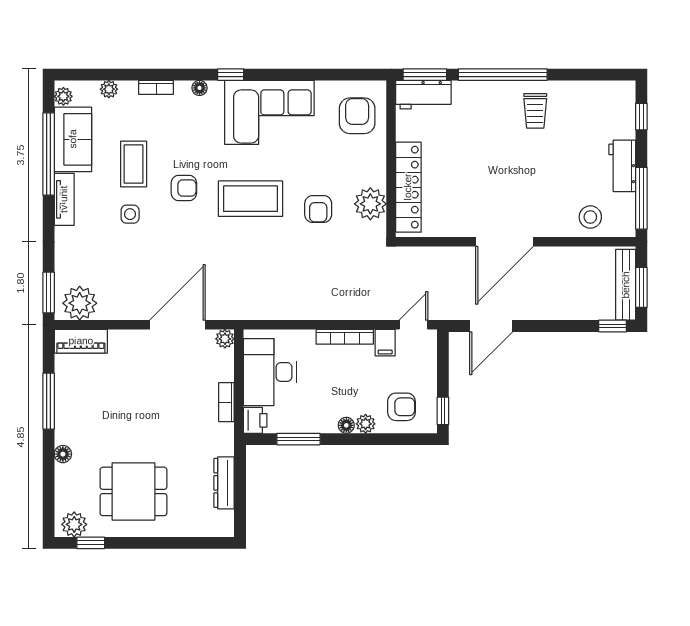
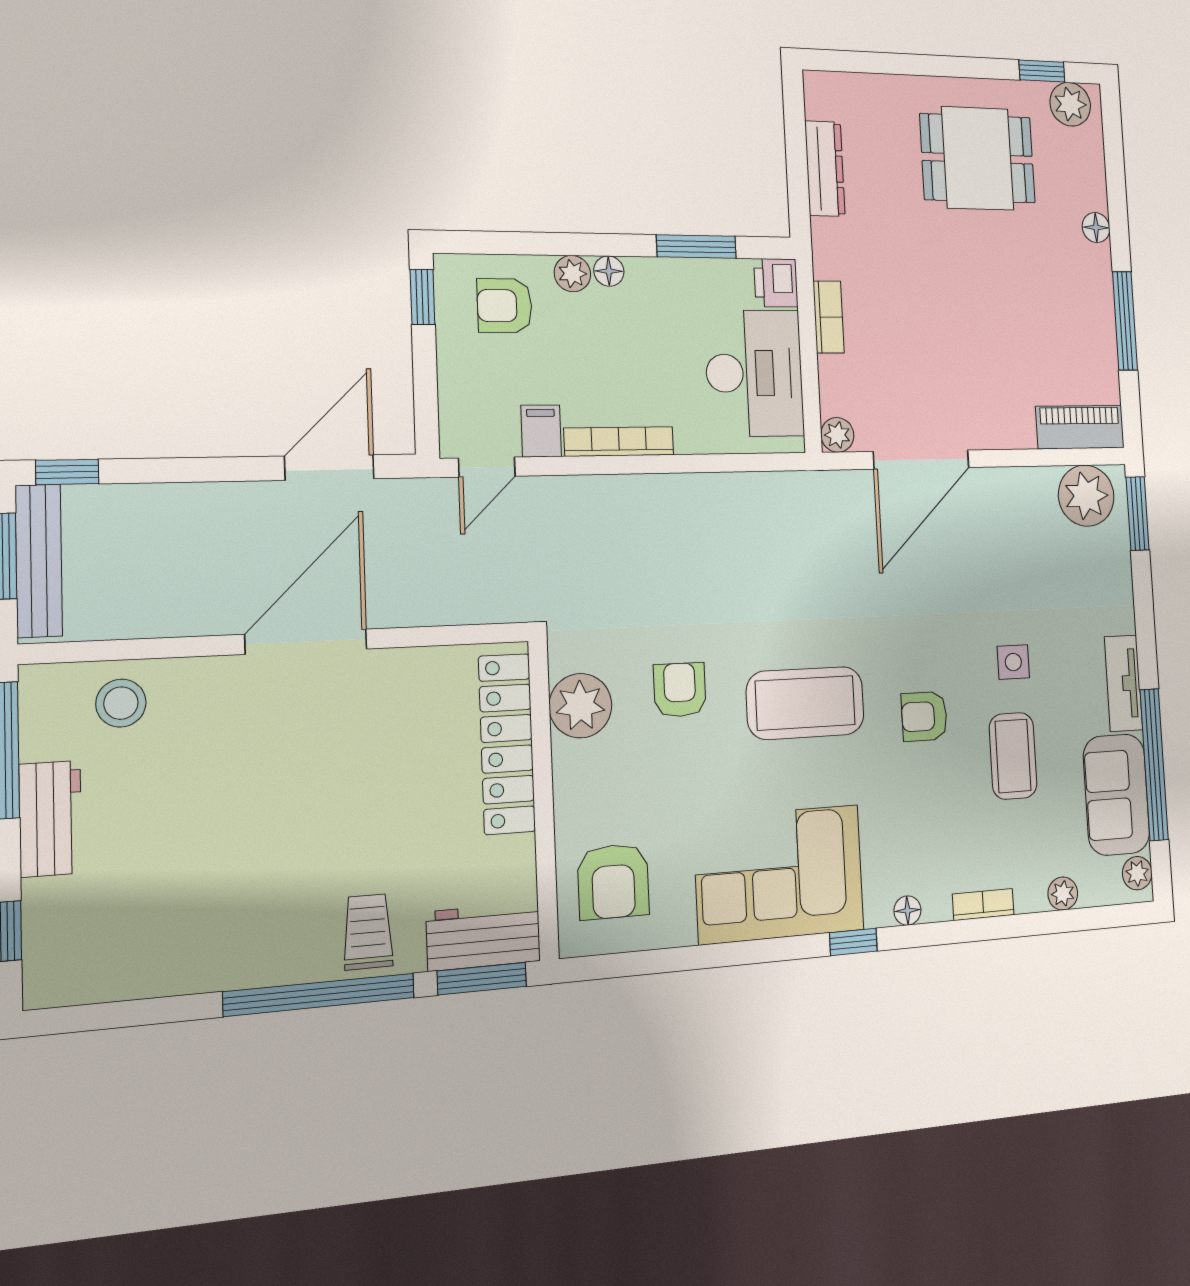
trolley: (535, 111) -> (368, 932), moved

